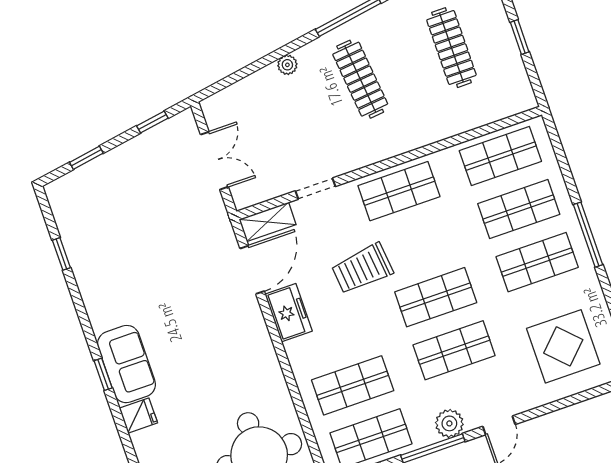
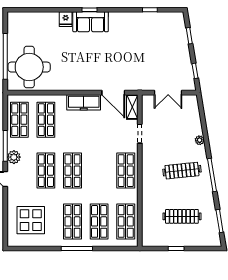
trolley: (362, 269) -> (97, 142), removed
freezer: (289, 313) -> (84, 102), width x1.40

